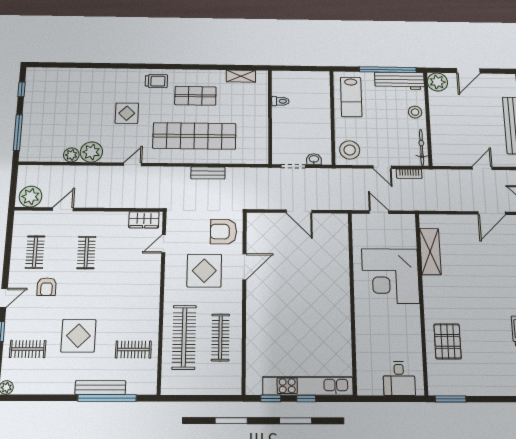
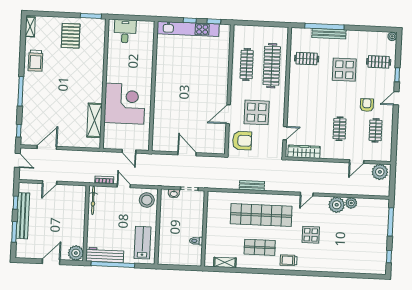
stool: (415, 112) -> (95, 229), removed
wardrobe: (144, 220) -> (304, 152), width x1.50
pallet: (448, 341) -> (71, 36), moved

